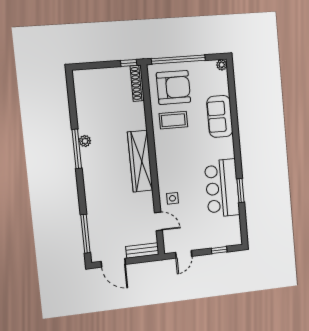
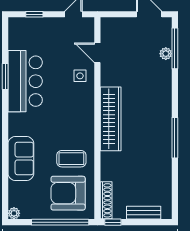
plant: (85, 141) -> (166, 54), moved
bench: (142, 250) -> (144, 213), moved

